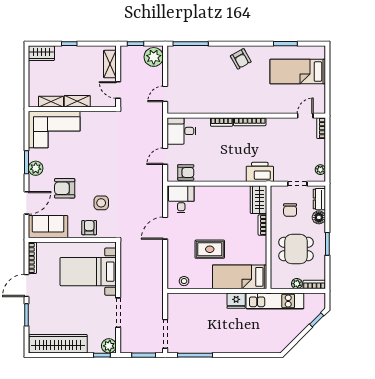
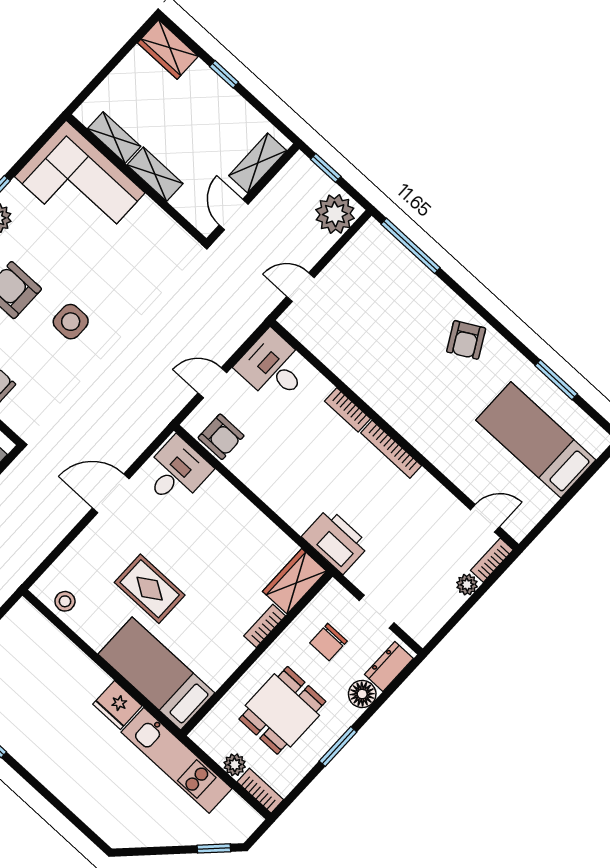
plant: (320, 170) -> (467, 585), moved
side table: (101, 203) -> (71, 322), moved
dining table: (296, 249) -> (282, 710), turned 90

